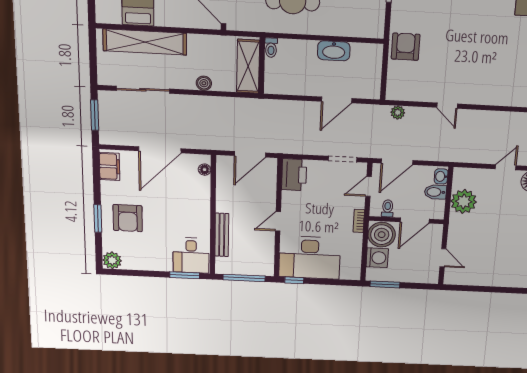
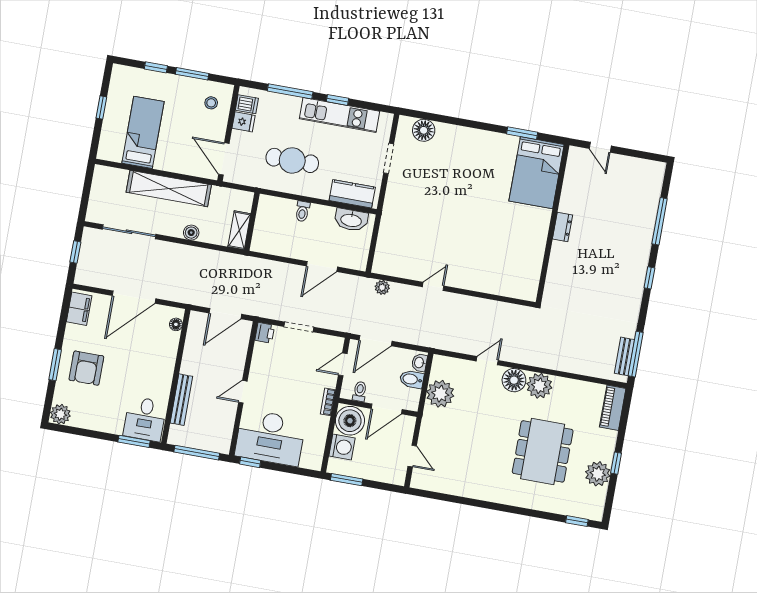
kitchen counter: (357, 27) -> (352, 194), added
shelving: (145, 42) -> (169, 189), moved
armchair: (406, 47) -> (398, 220), removed
toilet: (271, 48) -> (302, 211), moved
washbasin: (334, 51) -> (351, 220), moved
shelving: (248, 66) -> (239, 230), width x0.67, depth x0.75
door: (447, 106) -> (433, 286), swing flipped
window: (95, 115) -> (75, 252), width x0.67
doorway: (342, 159) -> (299, 327), moved
printer: (294, 175) -> (265, 333), width x0.53, depth x0.68

